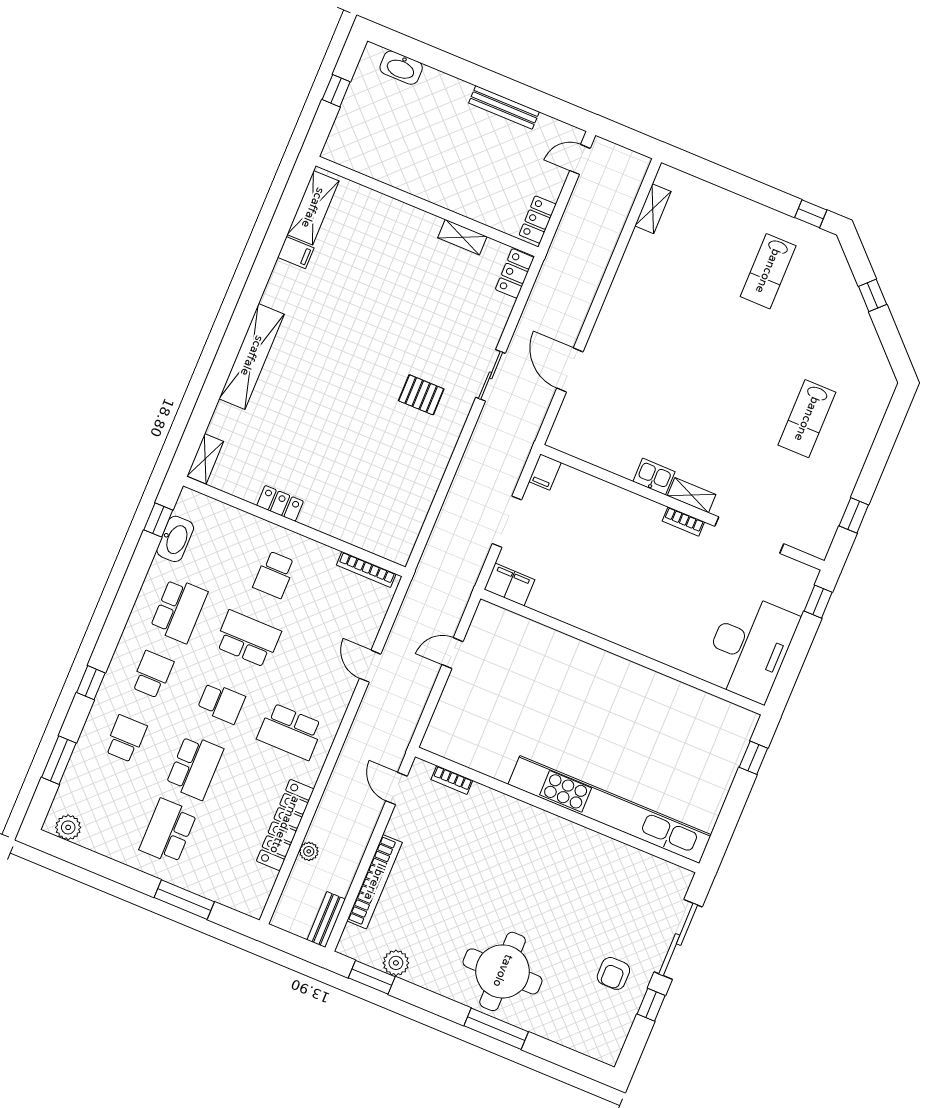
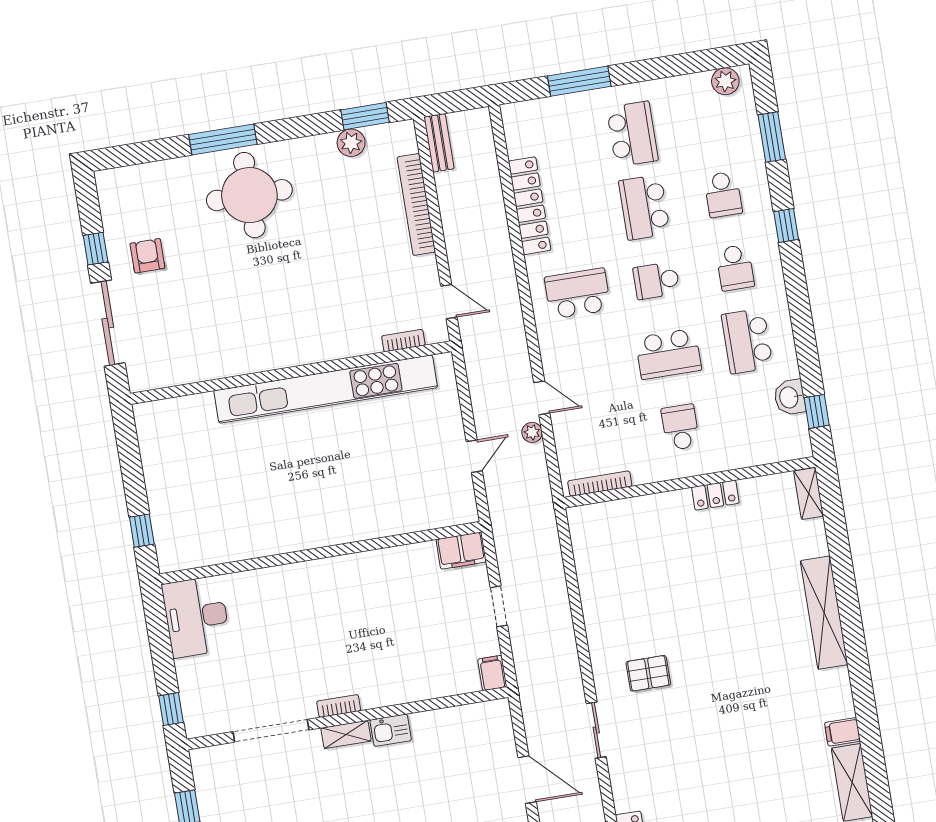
doorway: (507, 522) -> (499, 606), width x0.73
washbasin: (175, 539) -> (790, 397), width x0.72
desk: (750, 647) -> (196, 617), width x0.73, depth x0.77
kitchen unit: (610, 810) -> (326, 389), moved
plant: (309, 851) -> (532, 432), moved

